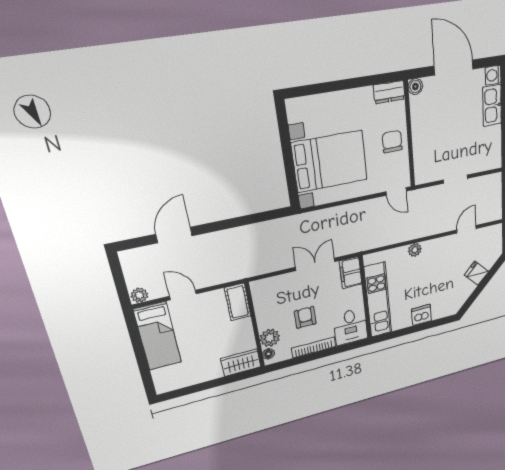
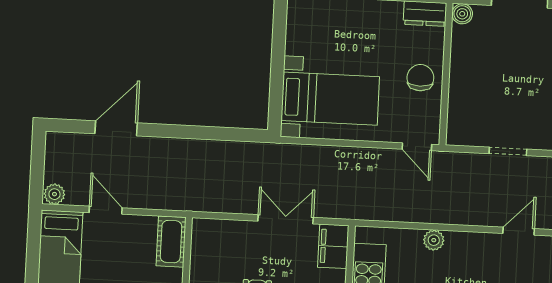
bed with nightstands: (330, 161) -> (330, 99), width x0.73

